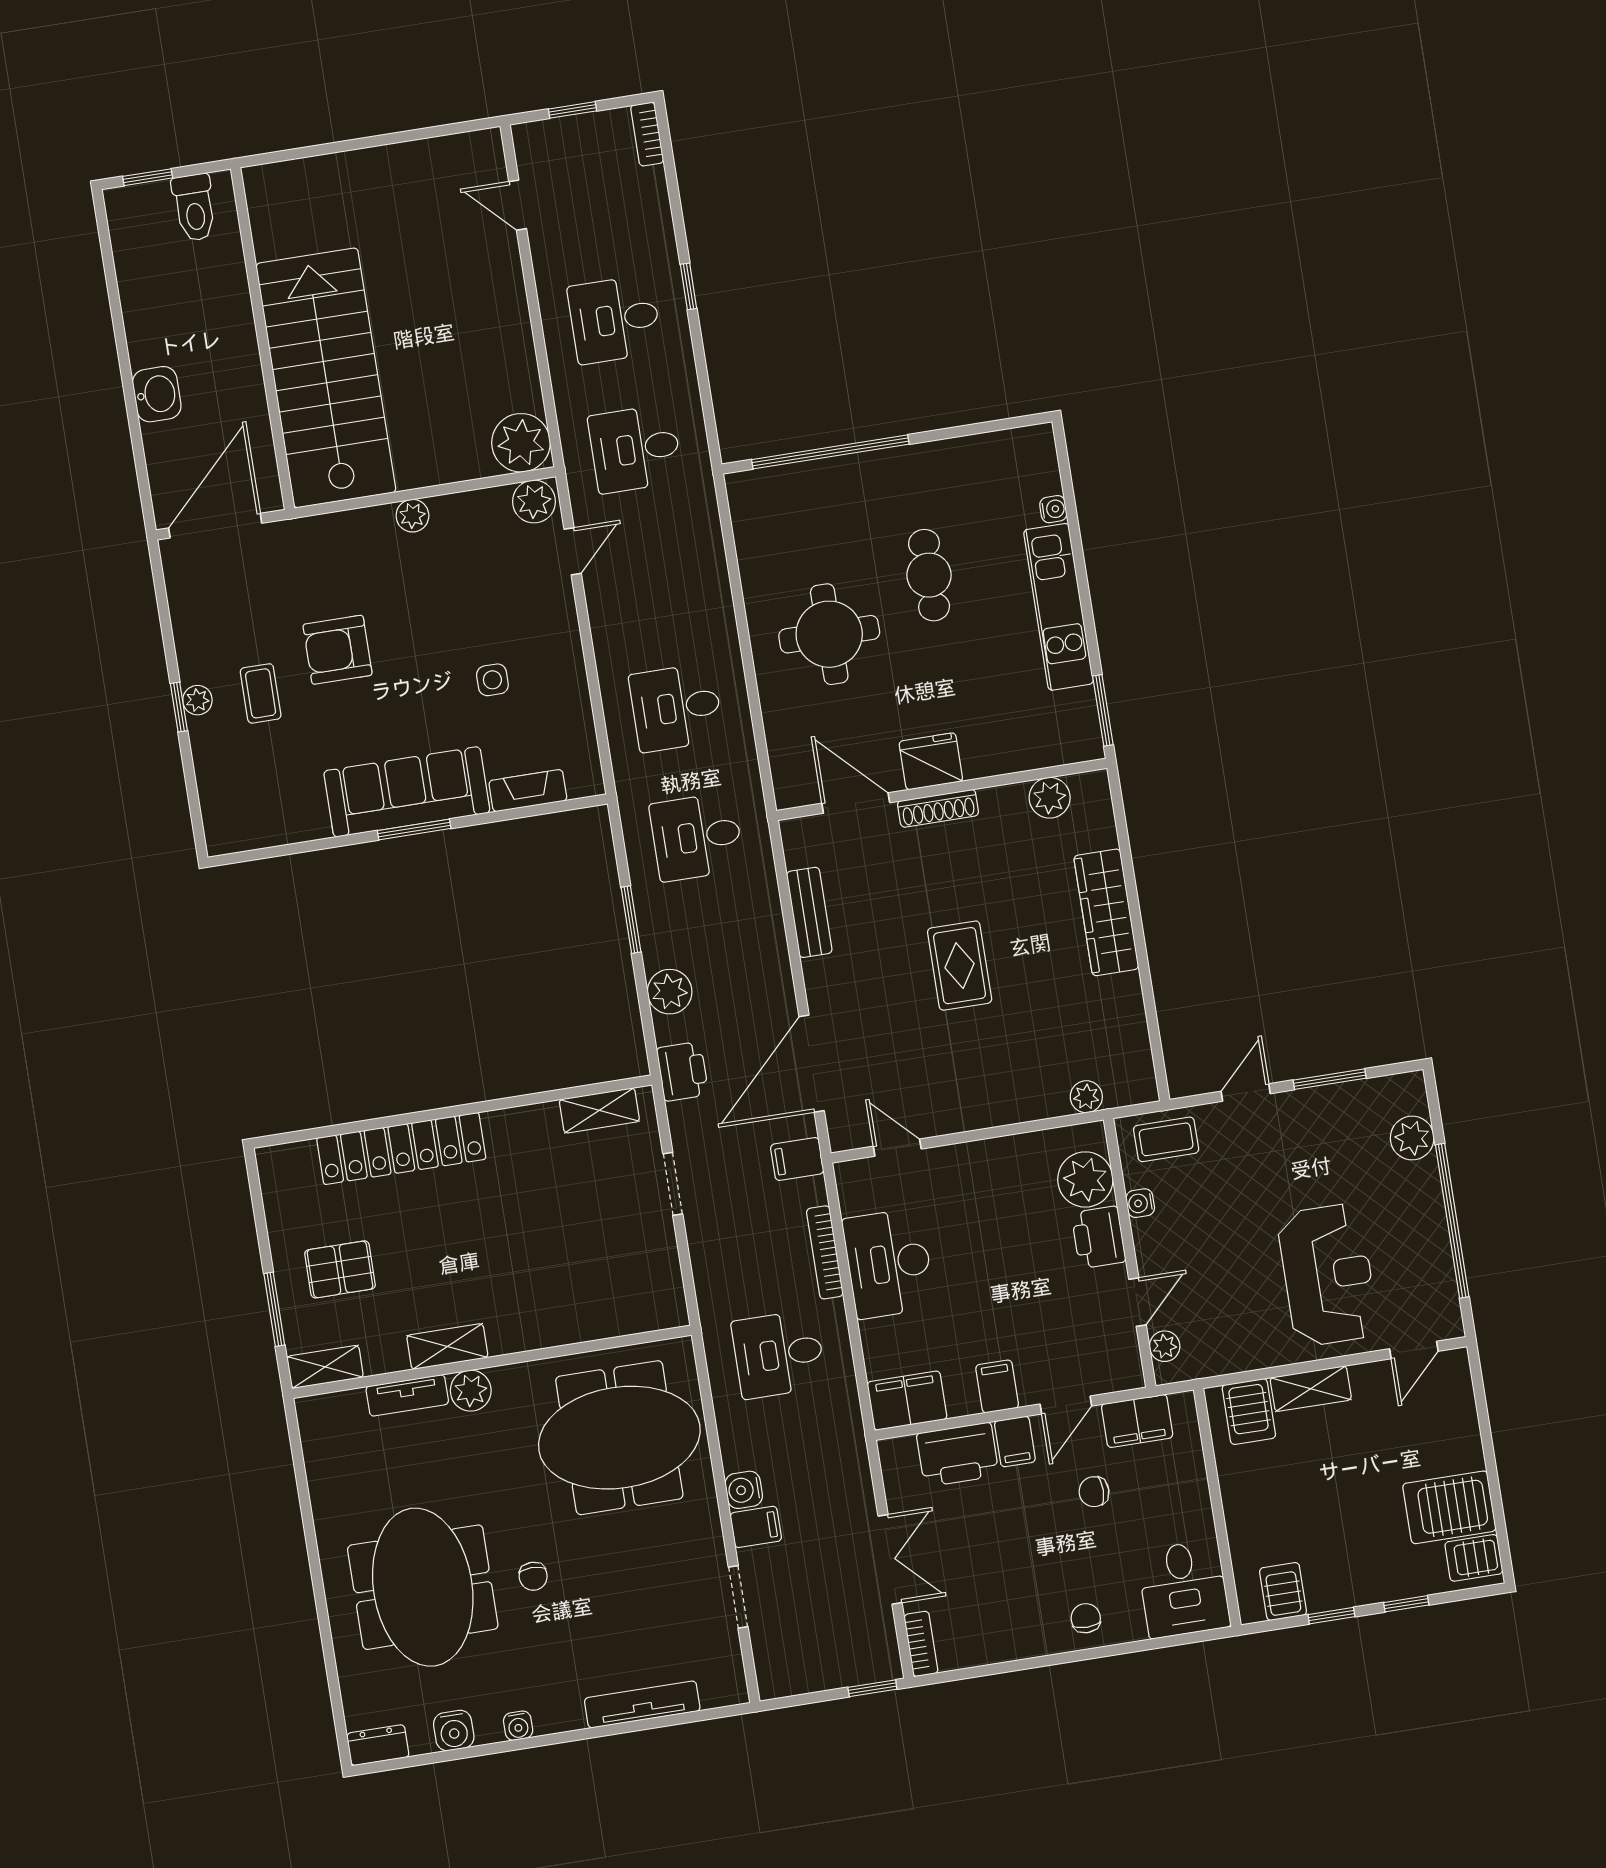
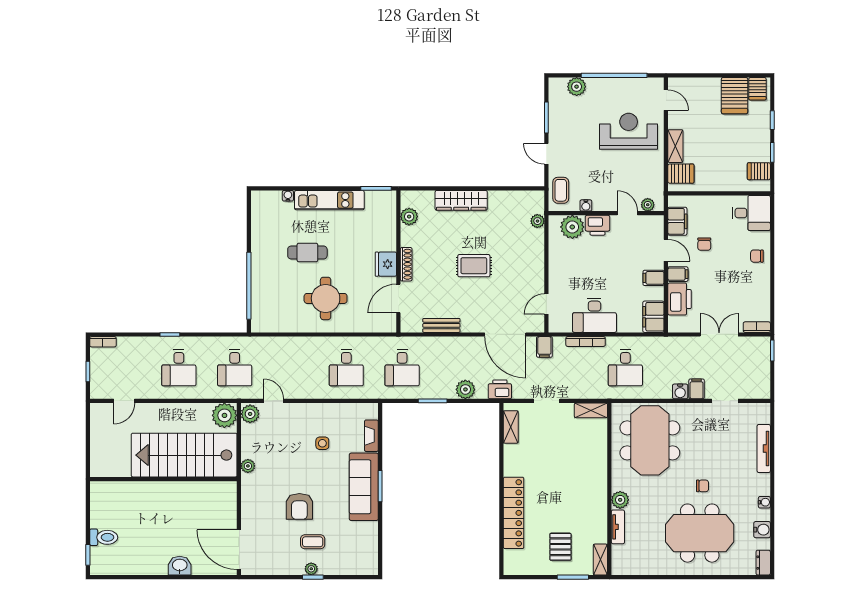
wall: (263, 339) -> (163, 479), moved
stairs: (326, 378) -> (184, 455), moved
shelving: (447, 1346) -> (591, 410), moved, turned 90

